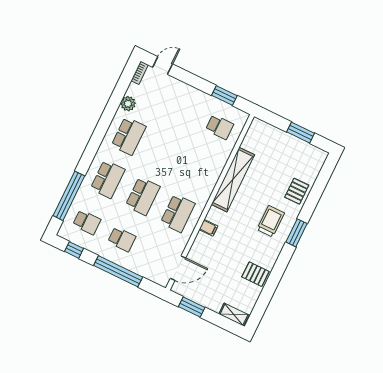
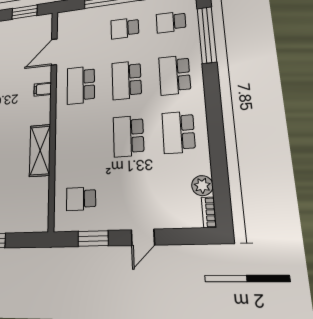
door: (163, 66) -> (143, 237), moved
plant: (128, 104) -> (202, 186), moved
school desk: (164, 153) -> (128, 136), added
shelving: (233, 180) -> (40, 150), width x0.68
door: (178, 268) -> (54, 52), moved

